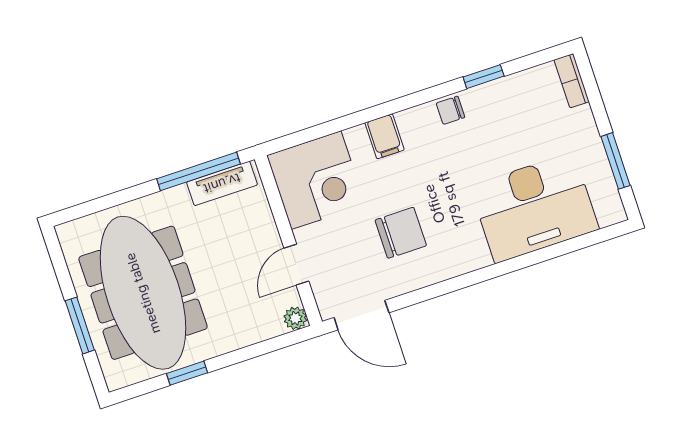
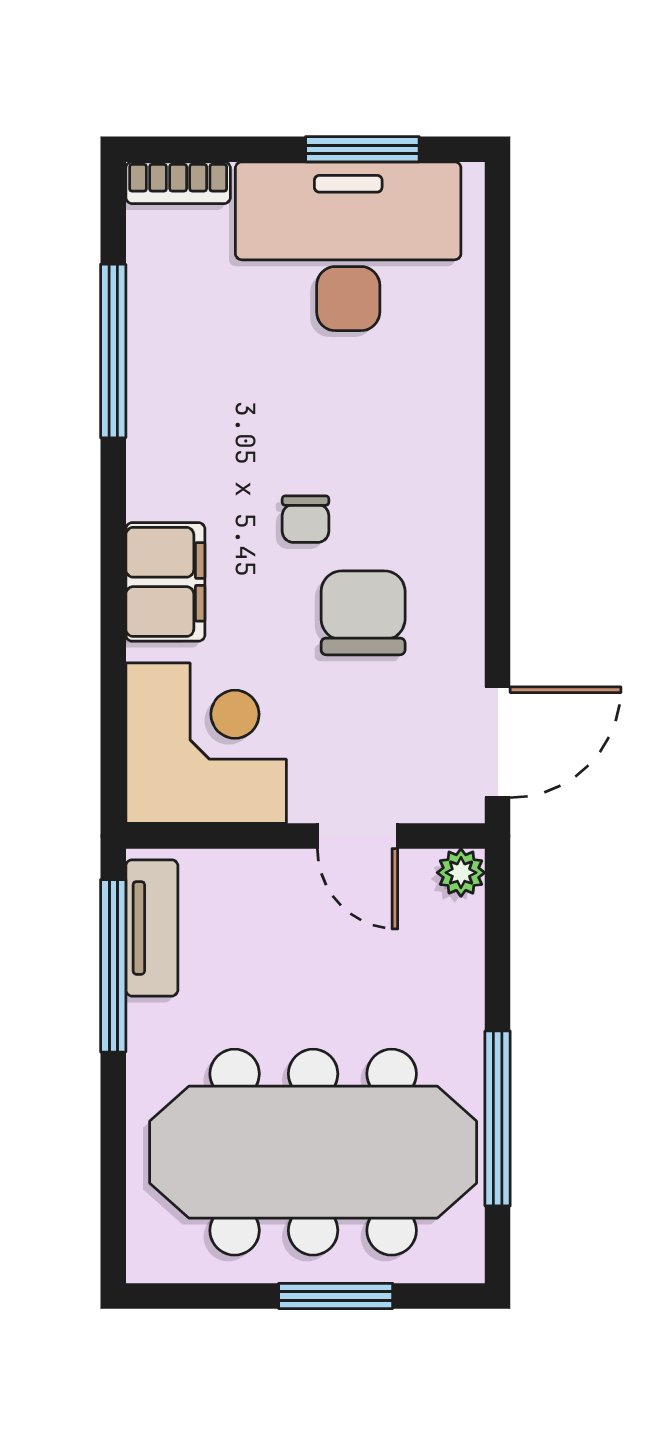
window: (484, 77) -> (113, 351), width x2.17
chair: (451, 110) -> (306, 519), moved
filing cabinet: (385, 136) -> (165, 582), width x2.00
desk: (534, 208) -> (348, 246), moved, turned -90
window: (187, 373) -> (498, 1118), width x2.17

